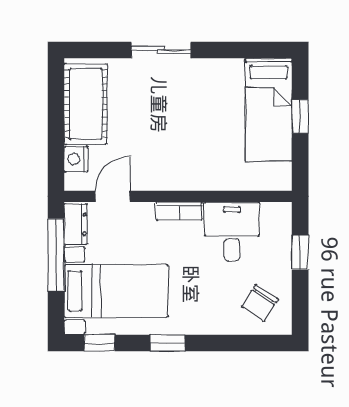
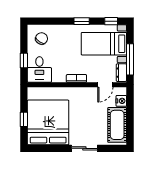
bed: (269, 110) -> (48, 122), width x2.04
desk: (232, 231) -> (39, 70), moved

